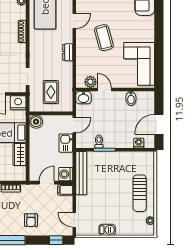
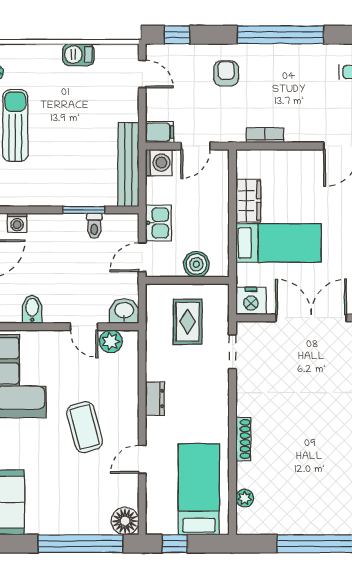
boiler: (36, 122) -> (196, 264), moved

